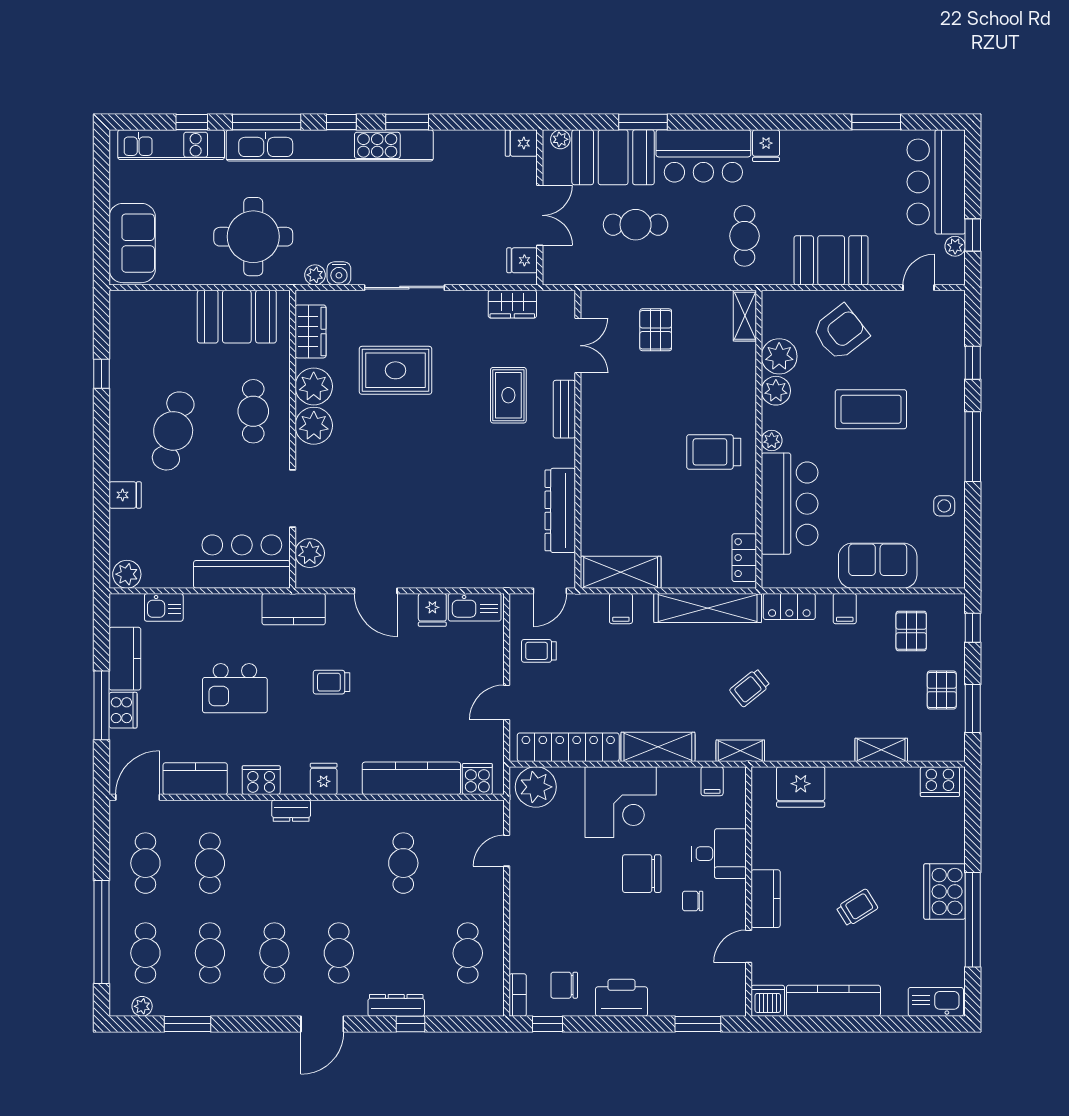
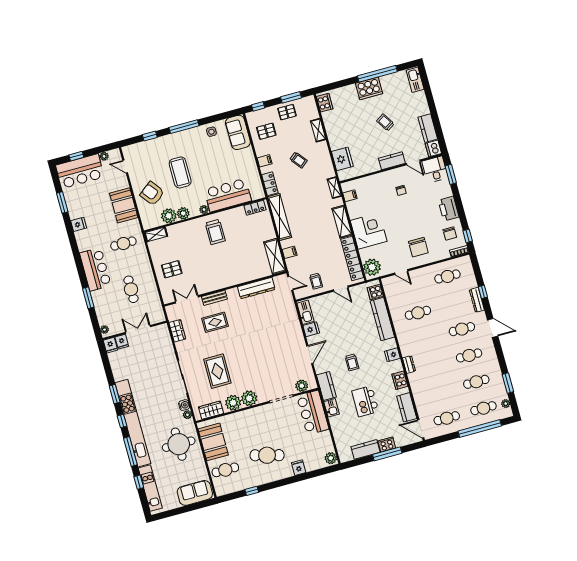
fridge: (766, 146) -> (79, 224), moved
booth: (613, 157) -> (106, 306), removed
window: (973, 235) -> (76, 156), moved
fridge: (522, 260) -> (122, 342), moved
cafe table: (253, 411) -> (225, 470), moved
sofa: (878, 566) -> (238, 132), moved
kitchen sink: (164, 607) -> (332, 408), moved
kitchen island: (235, 688) -> (365, 401), turned 180
trolley: (750, 688) -> (298, 160), moved
desk: (719, 854) -> (435, 169), moved
cafe table: (210, 863) -> (440, 392), removed
chair: (642, 874) -> (418, 247), moved
kitchen counter: (833, 1001) -> (428, 128), width x0.67

